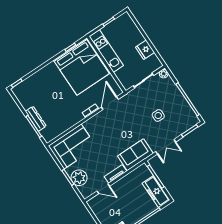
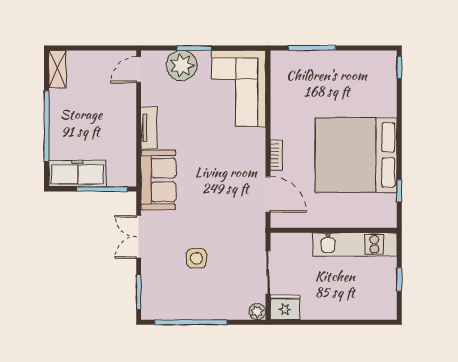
fridge: (145, 50) -> (285, 307), moved
bed: (81, 67) -> (356, 155), moved
dresser: (36, 119) -> (322, 59), removed
door: (103, 189) -> (139, 70), moved

